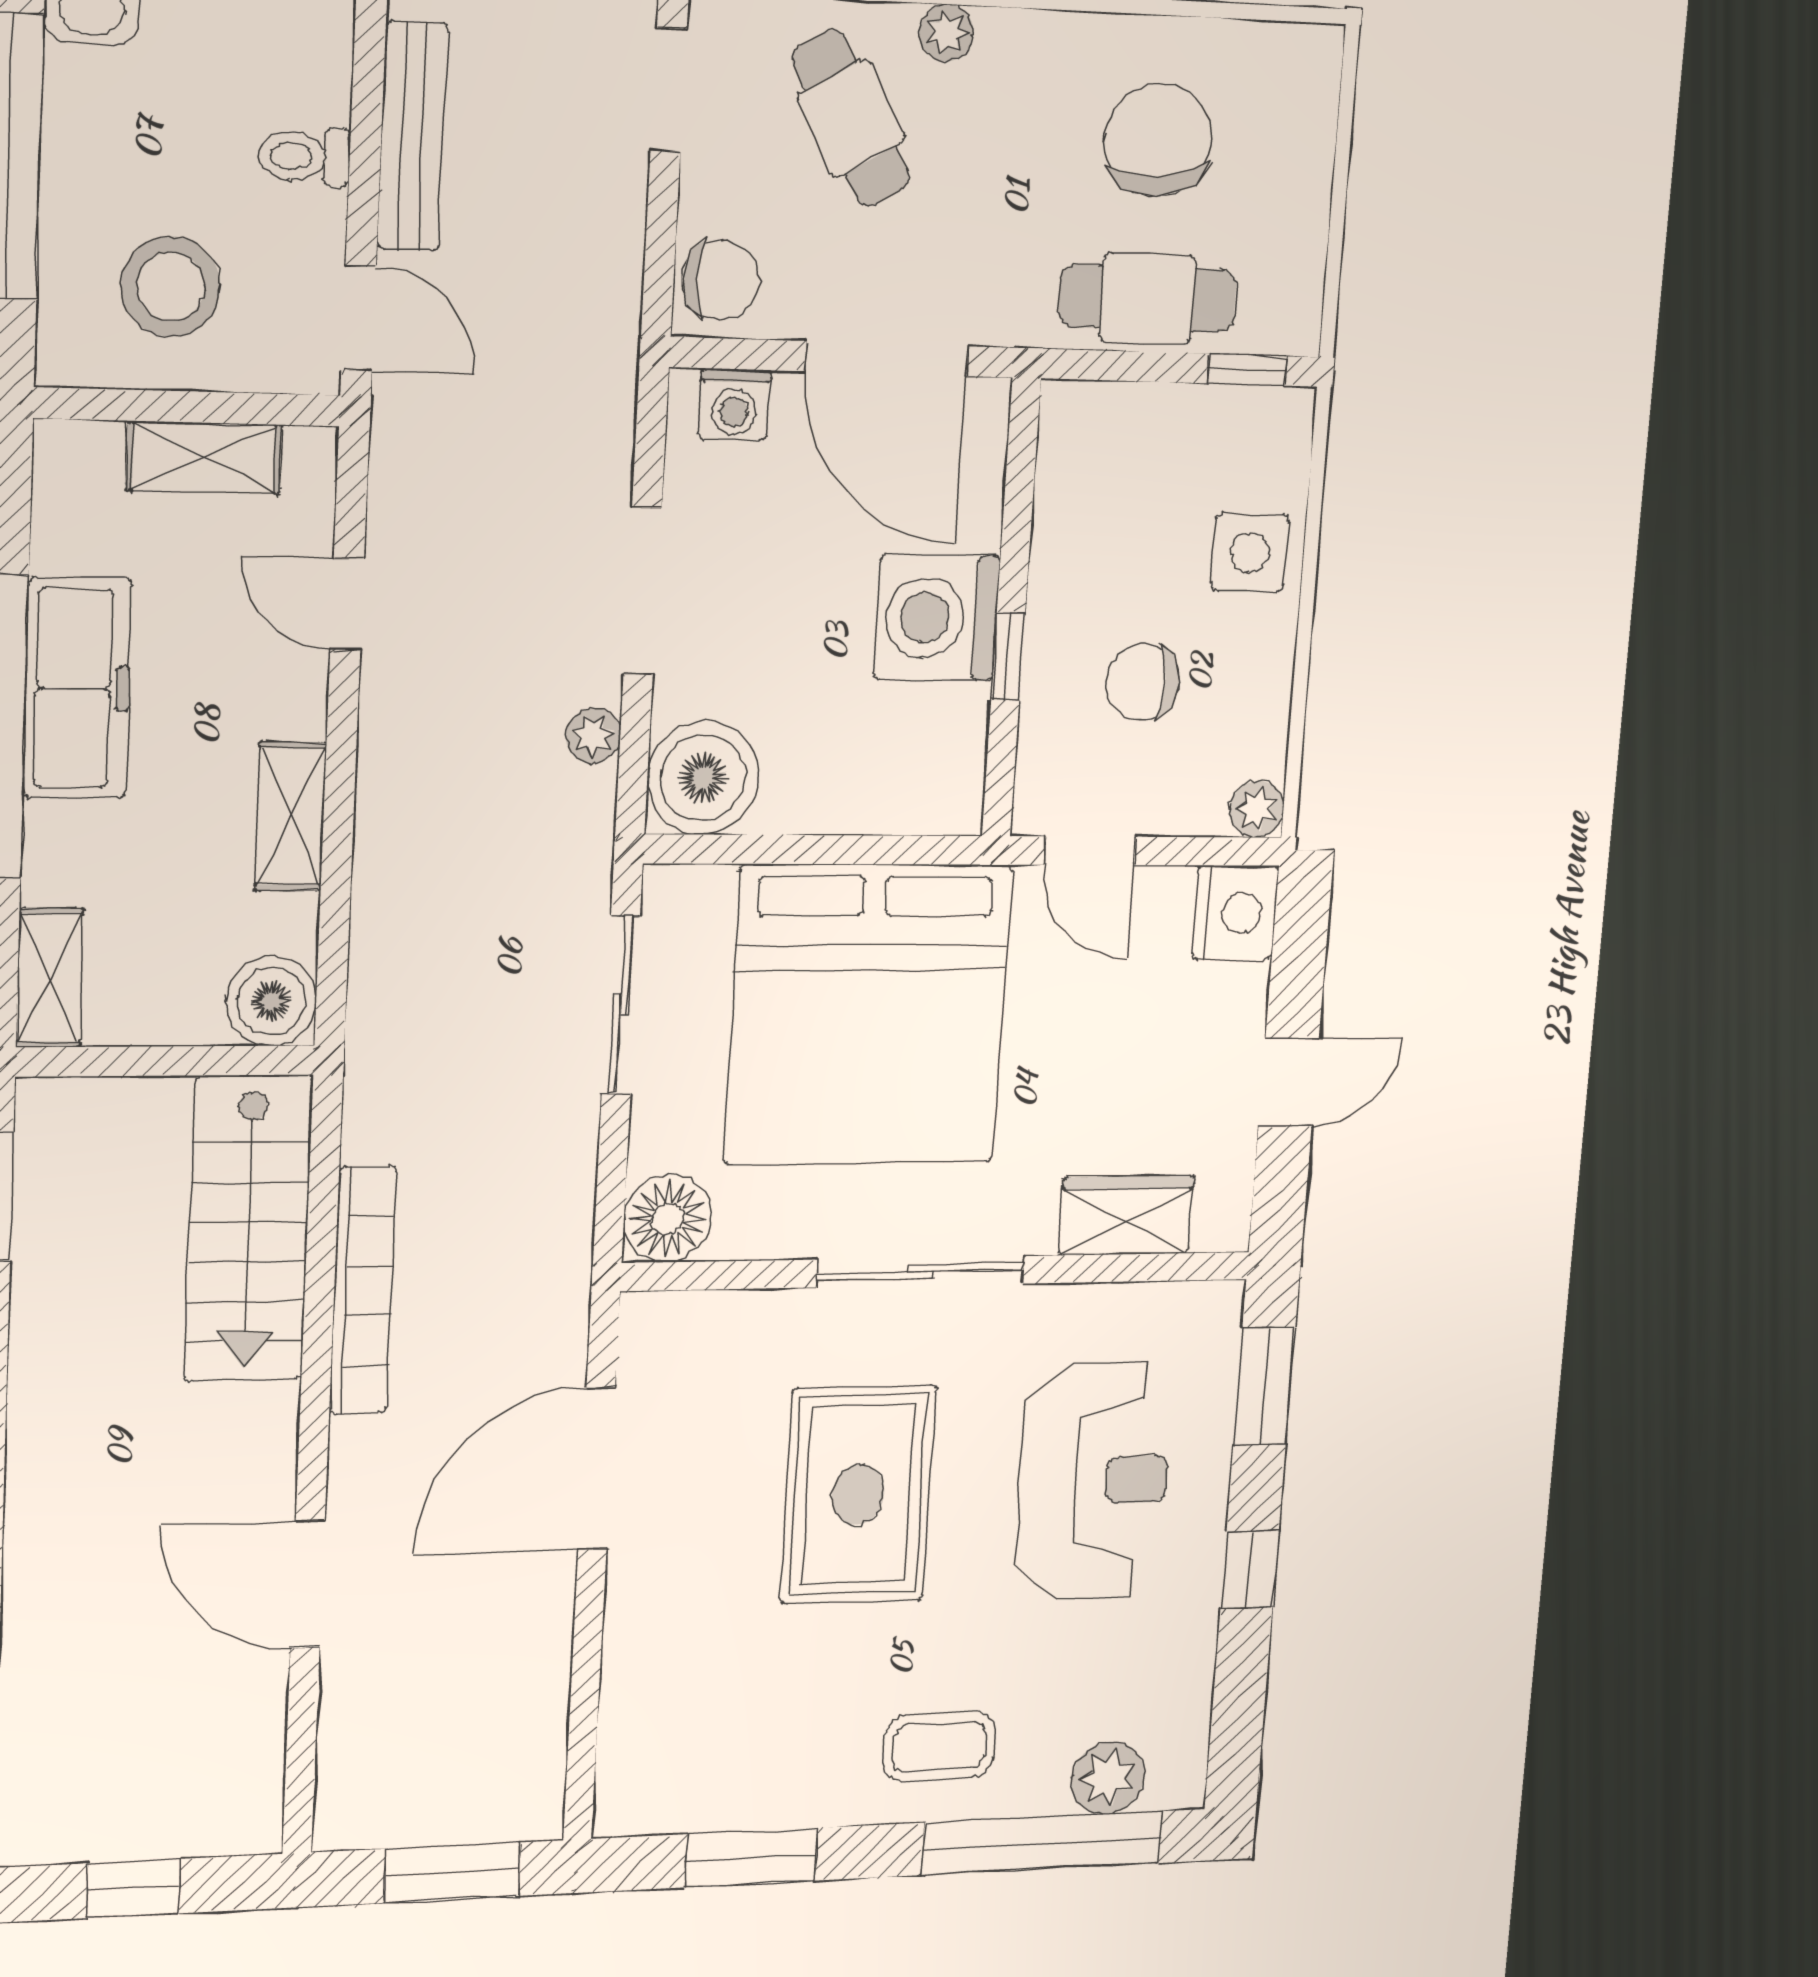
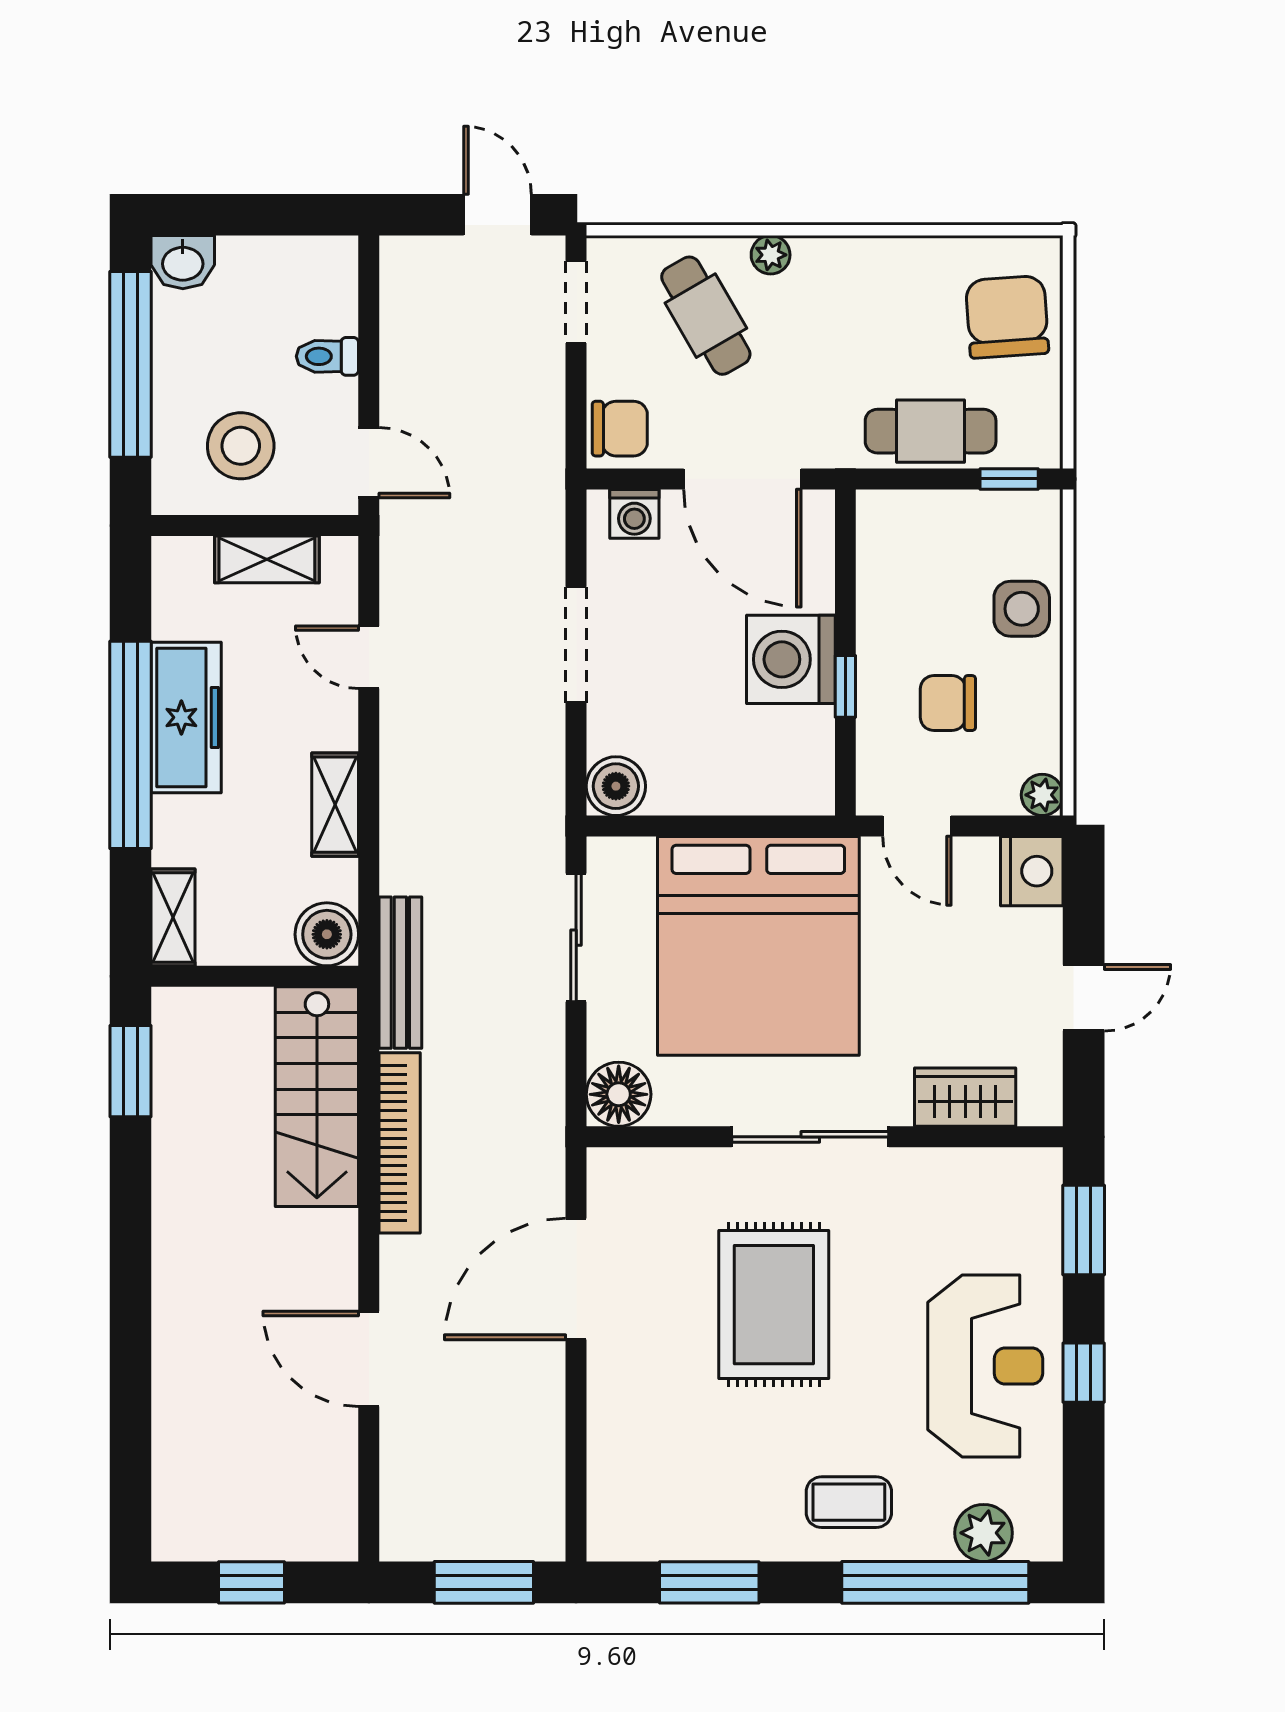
bench: (412, 137) -> (400, 973), moved
chair: (1158, 140) -> (1007, 317), moved
plant: (593, 736) -> (546, 746), removed
boiler: (703, 778) -> (616, 786), width x0.73, depth x0.73
reception desk: (1094, 1480) -> (985, 1366), moved

